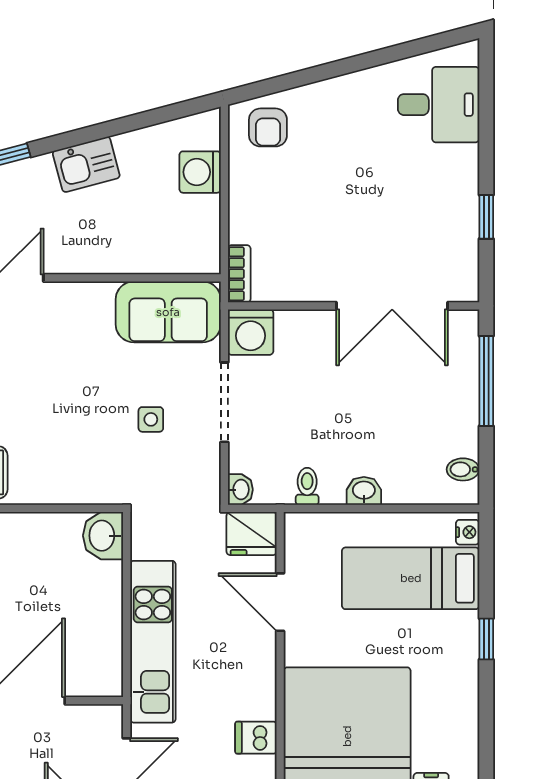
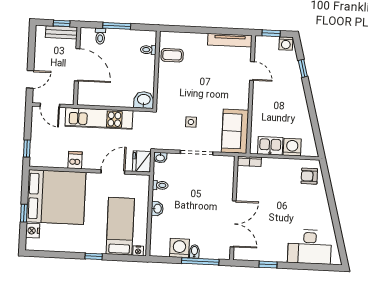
desk: (439, 105) -> (310, 247), width x1.37
kitchen sink: (86, 164) -> (270, 146), moved, turned 105
double door: (392, 306) -> (233, 224), swing flipped
washing machine: (251, 332) -> (179, 248), moved, turned 90
bidet: (463, 469) -> (194, 251), moved
dishwasher: (256, 738) -> (75, 160), moved

